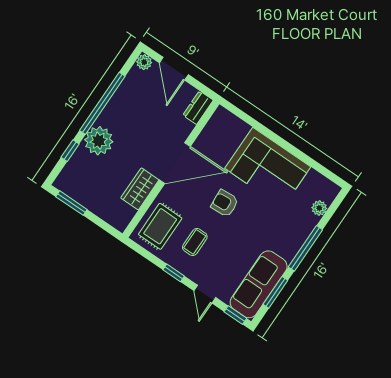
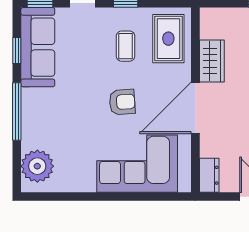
corner sofa: (268, 168) -> (137, 164), moved
plant: (319, 208) -> (37, 166), width x1.88, depth x1.88
window: (275, 292) -> (17, 50), width x0.67

